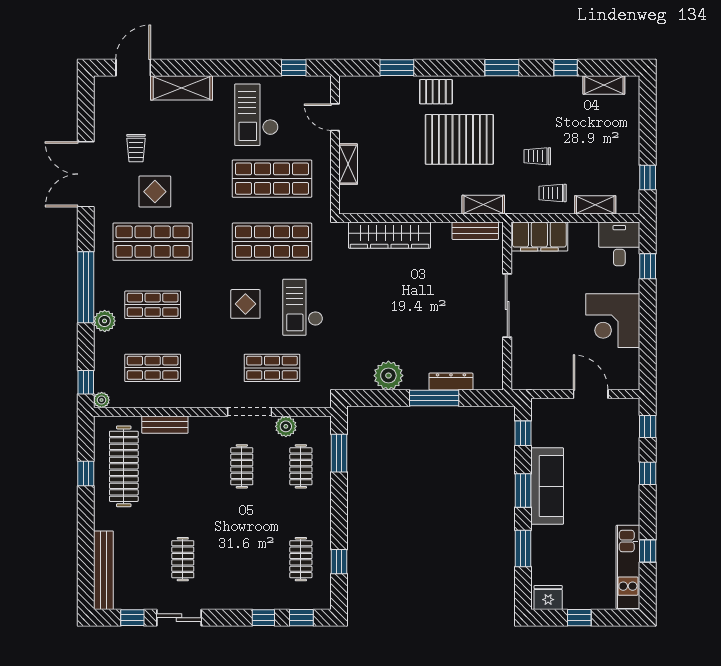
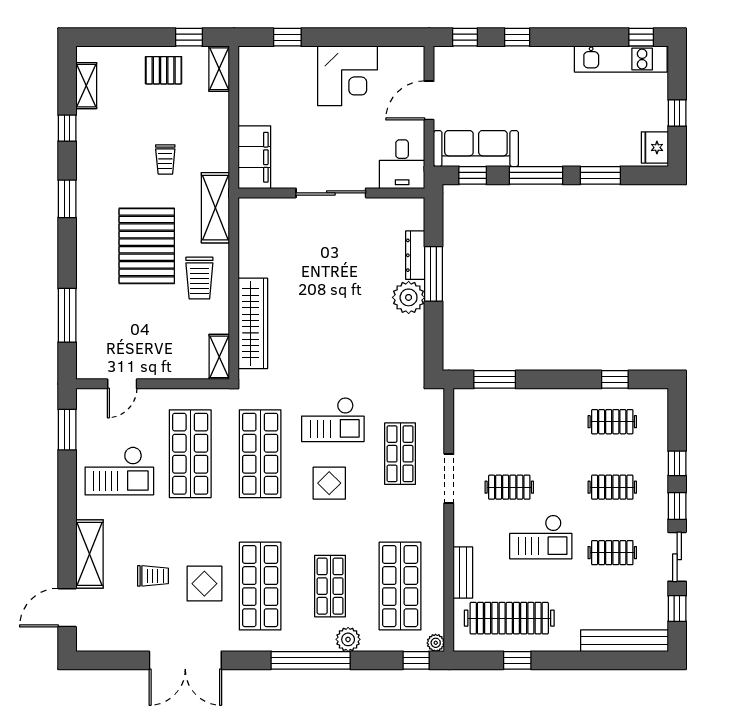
door: (133, 68) -> (67, 608), hinge flipped
window: (294, 68) -> (67, 430), width x1.50
window: (397, 68) -> (67, 315), width x1.44
pallet: (436, 92) -> (164, 70), moved, turned 90
trolley: (136, 148) -> (153, 576), moved
shelving: (348, 164) -> (219, 357), moved, turned 90
trolley: (553, 193) -> (199, 278), moved, width x1.36, depth x1.39
shelving: (483, 205) -> (215, 208), width x1.50, depth x1.33
shelving: (595, 205) -> (219, 69), moved
bench: (475, 231) -> (248, 228), removed
desk: (619, 244) -> (402, 164), moved, turned -90
shop shelf: (153, 368) -> (400, 586), width x1.43, depth x1.36
plant: (388, 376) -> (409, 297), moved
plant: (286, 426) -> (465, 438), removed
clothes rail: (301, 466) -> (612, 487), moved
sofa: (547, 486) -> (476, 149), moved
window: (523, 490) -> (536, 175), width x1.44
checkout: (197, 495) -> (541, 537), added
window: (648, 551) -> (641, 37), moved
window: (301, 618) -> (677, 506), moved

